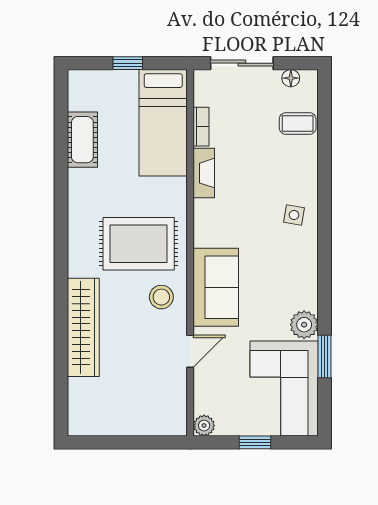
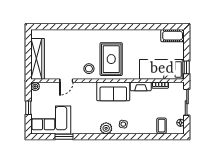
window: (128, 63) -> (187, 67), moved
cot: (82, 140) -> (173, 36), moved
sofa: (216, 287) -> (113, 91), moved
plant: (304, 325) -> (106, 128), moved
wardrobe: (83, 327) -> (37, 59), moved, turned -90
door: (190, 351) -> (66, 81), hinge flipped

